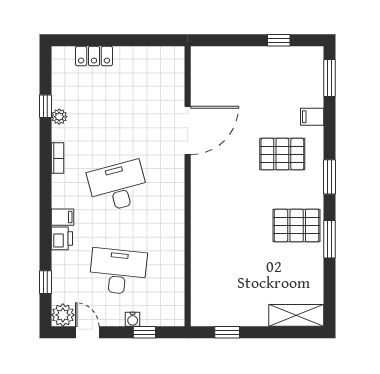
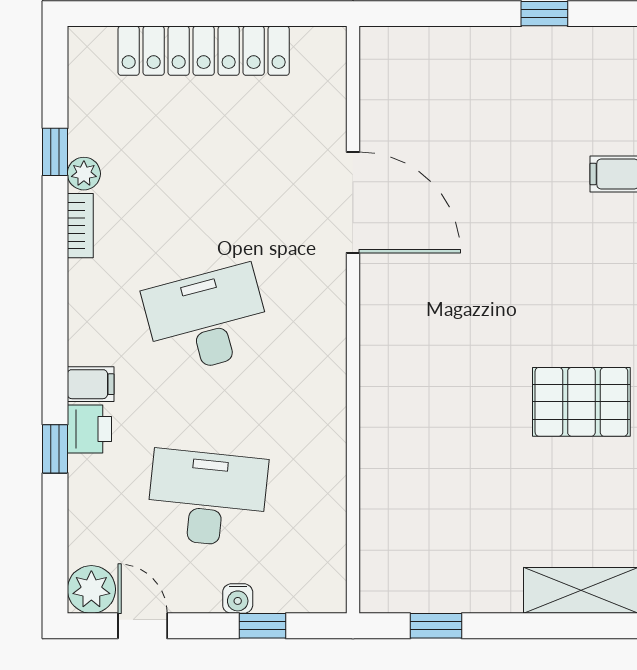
locker: (94, 56) -> (204, 51), width x2.16, depth x1.21
door: (188, 130) -> (353, 202), hinge flipped
pallet: (282, 154) -> (552, 252), removed
bookcase: (58, 158) -> (80, 226), moved
window: (46, 282) -> (55, 449), moved

